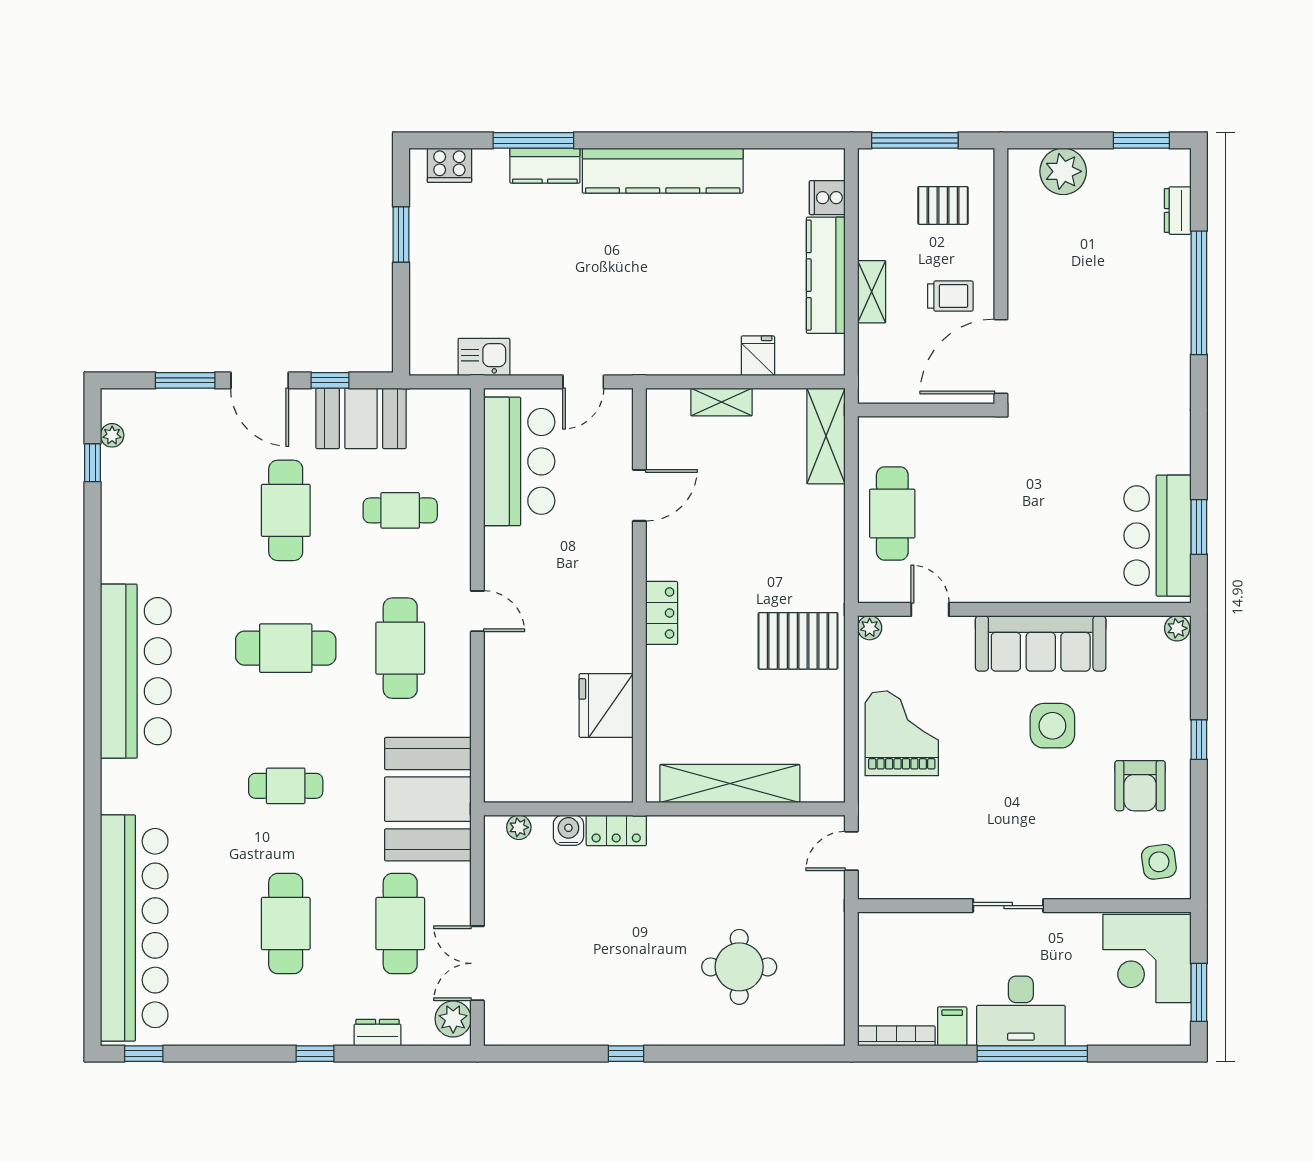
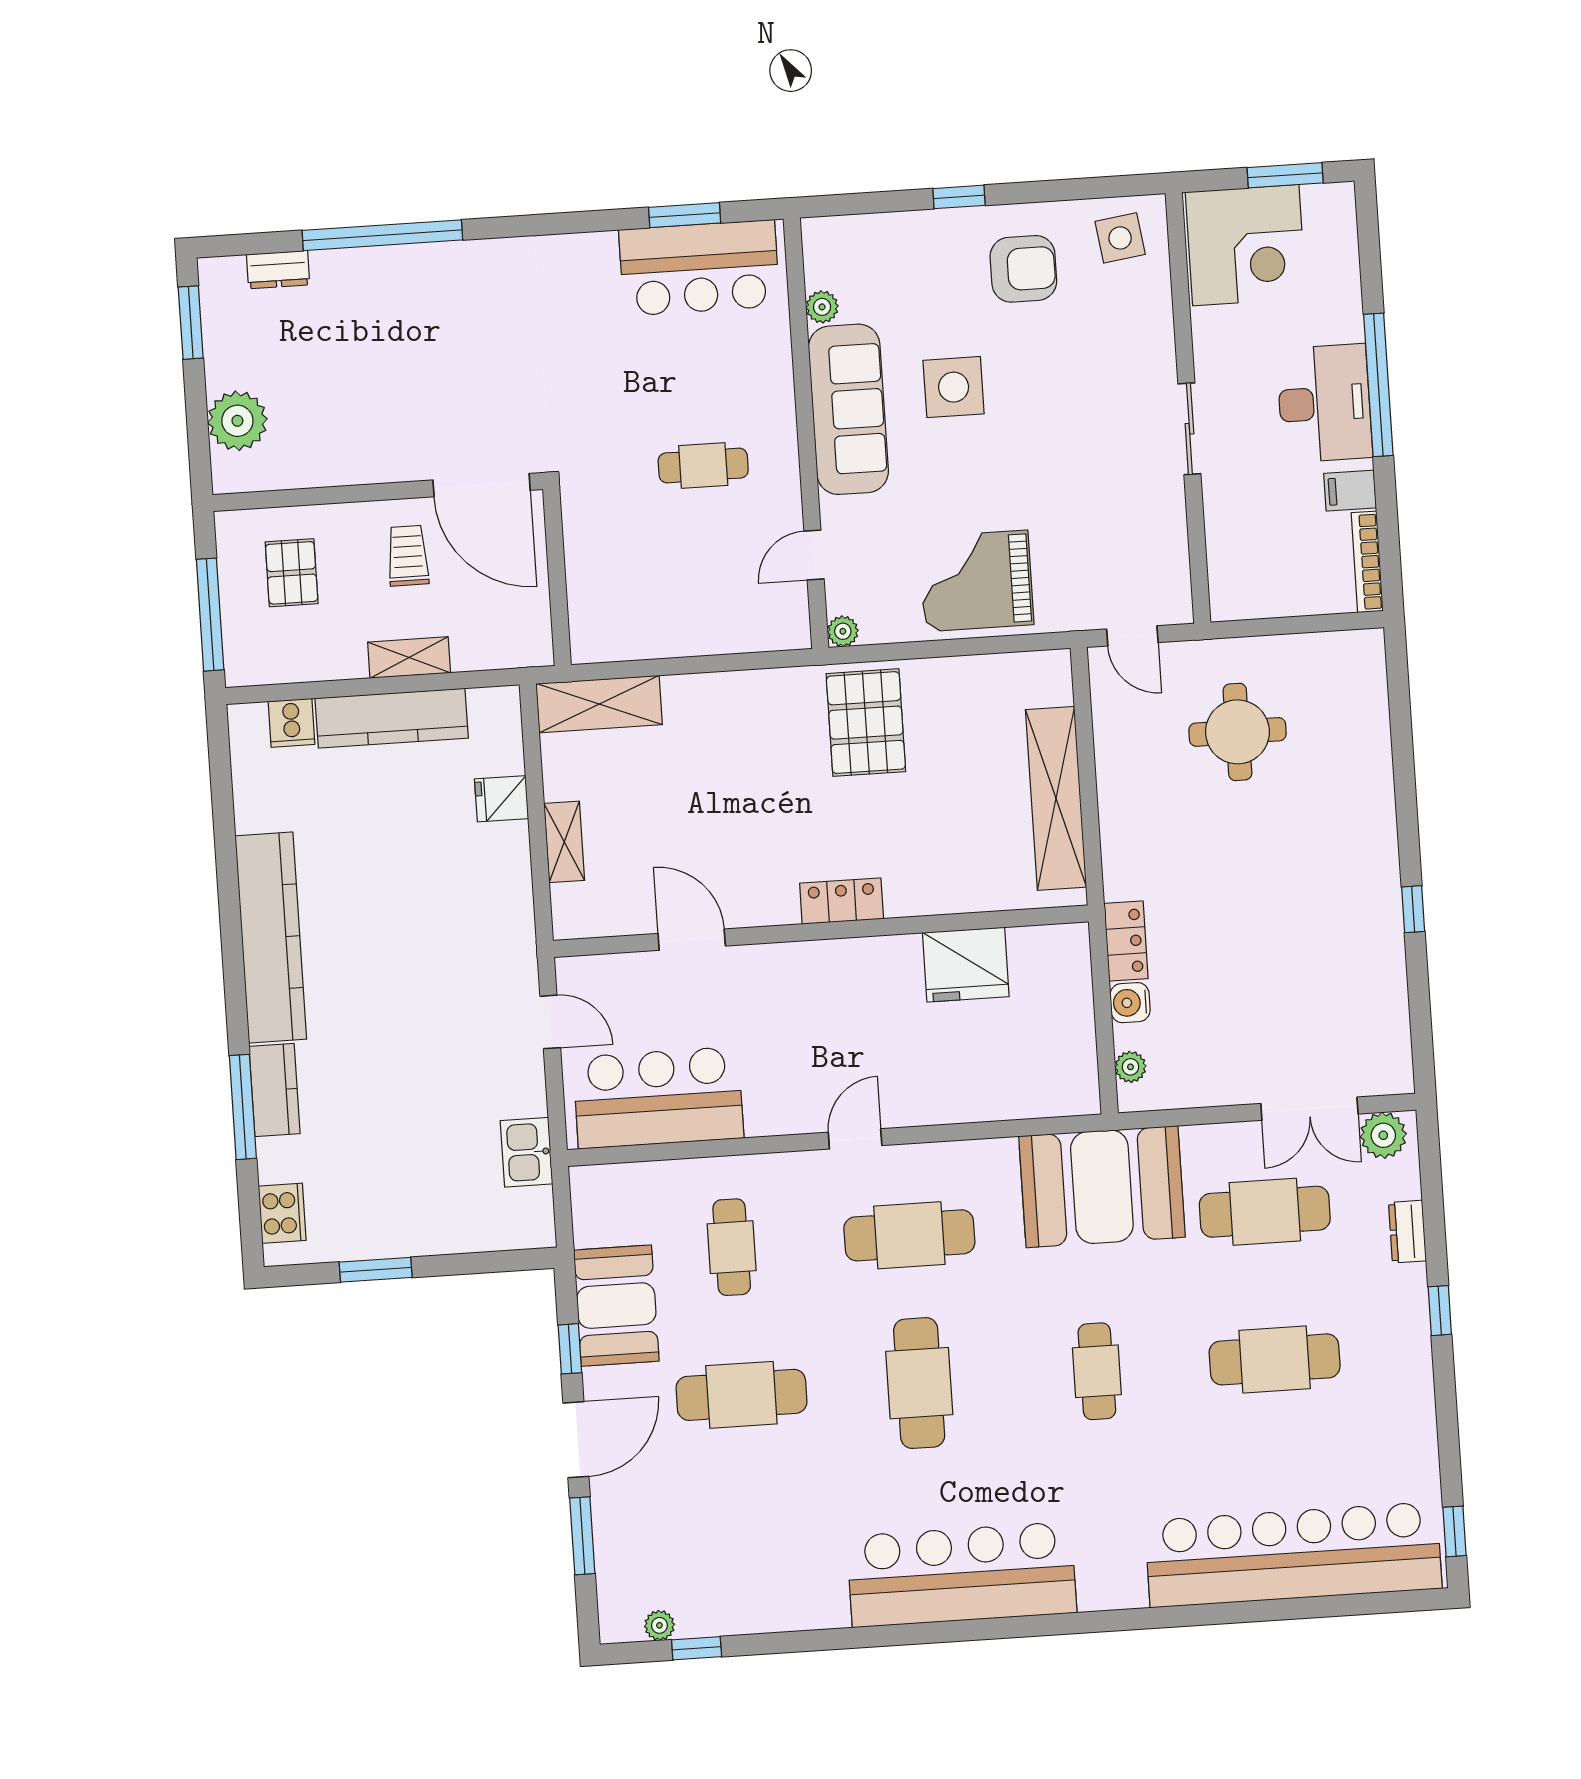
cafe table: (892, 513) -> (703, 466), moved, width x0.73, depth x0.74
plant: (1177, 628) -> (822, 307), moved
round table: (739, 967) -> (1237, 732), moved

